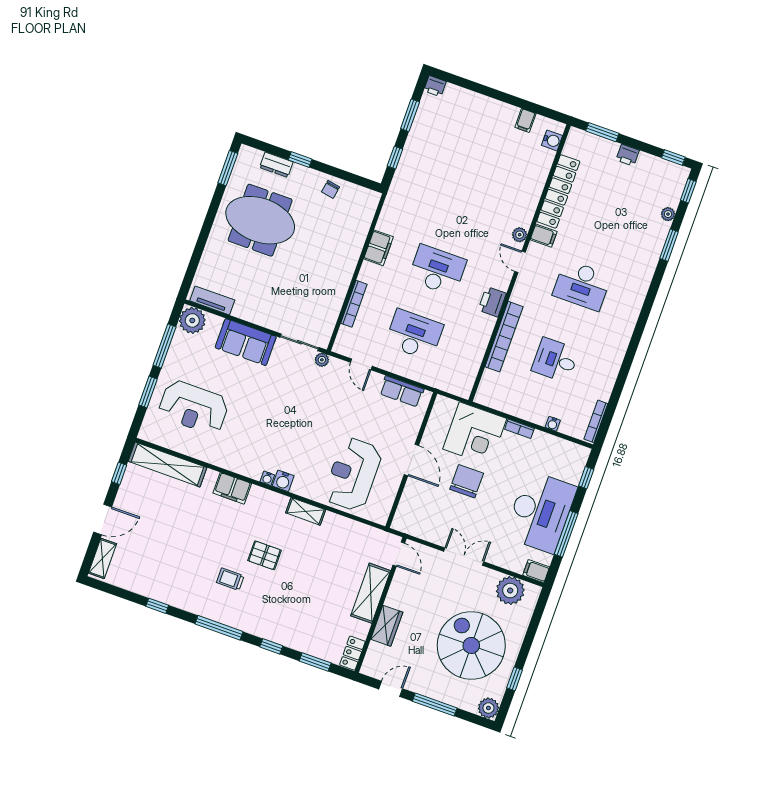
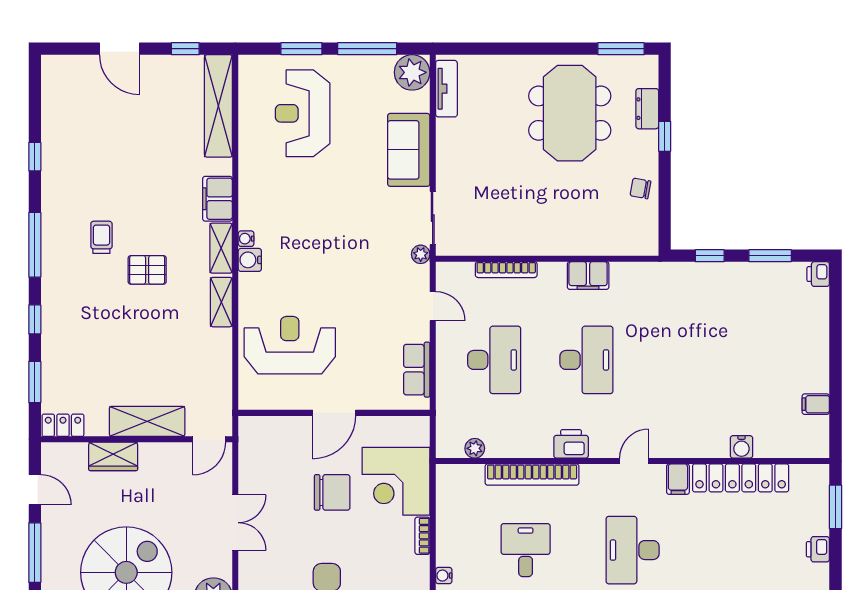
water cooler: (552, 140) -> (741, 447), moved
plant: (520, 235) -> (475, 448), moved
door: (361, 364) -> (433, 306), swing flipped
pallet: (265, 555) -> (147, 270), turned 90
shelving: (102, 558) -> (221, 248), moved, turned 90

